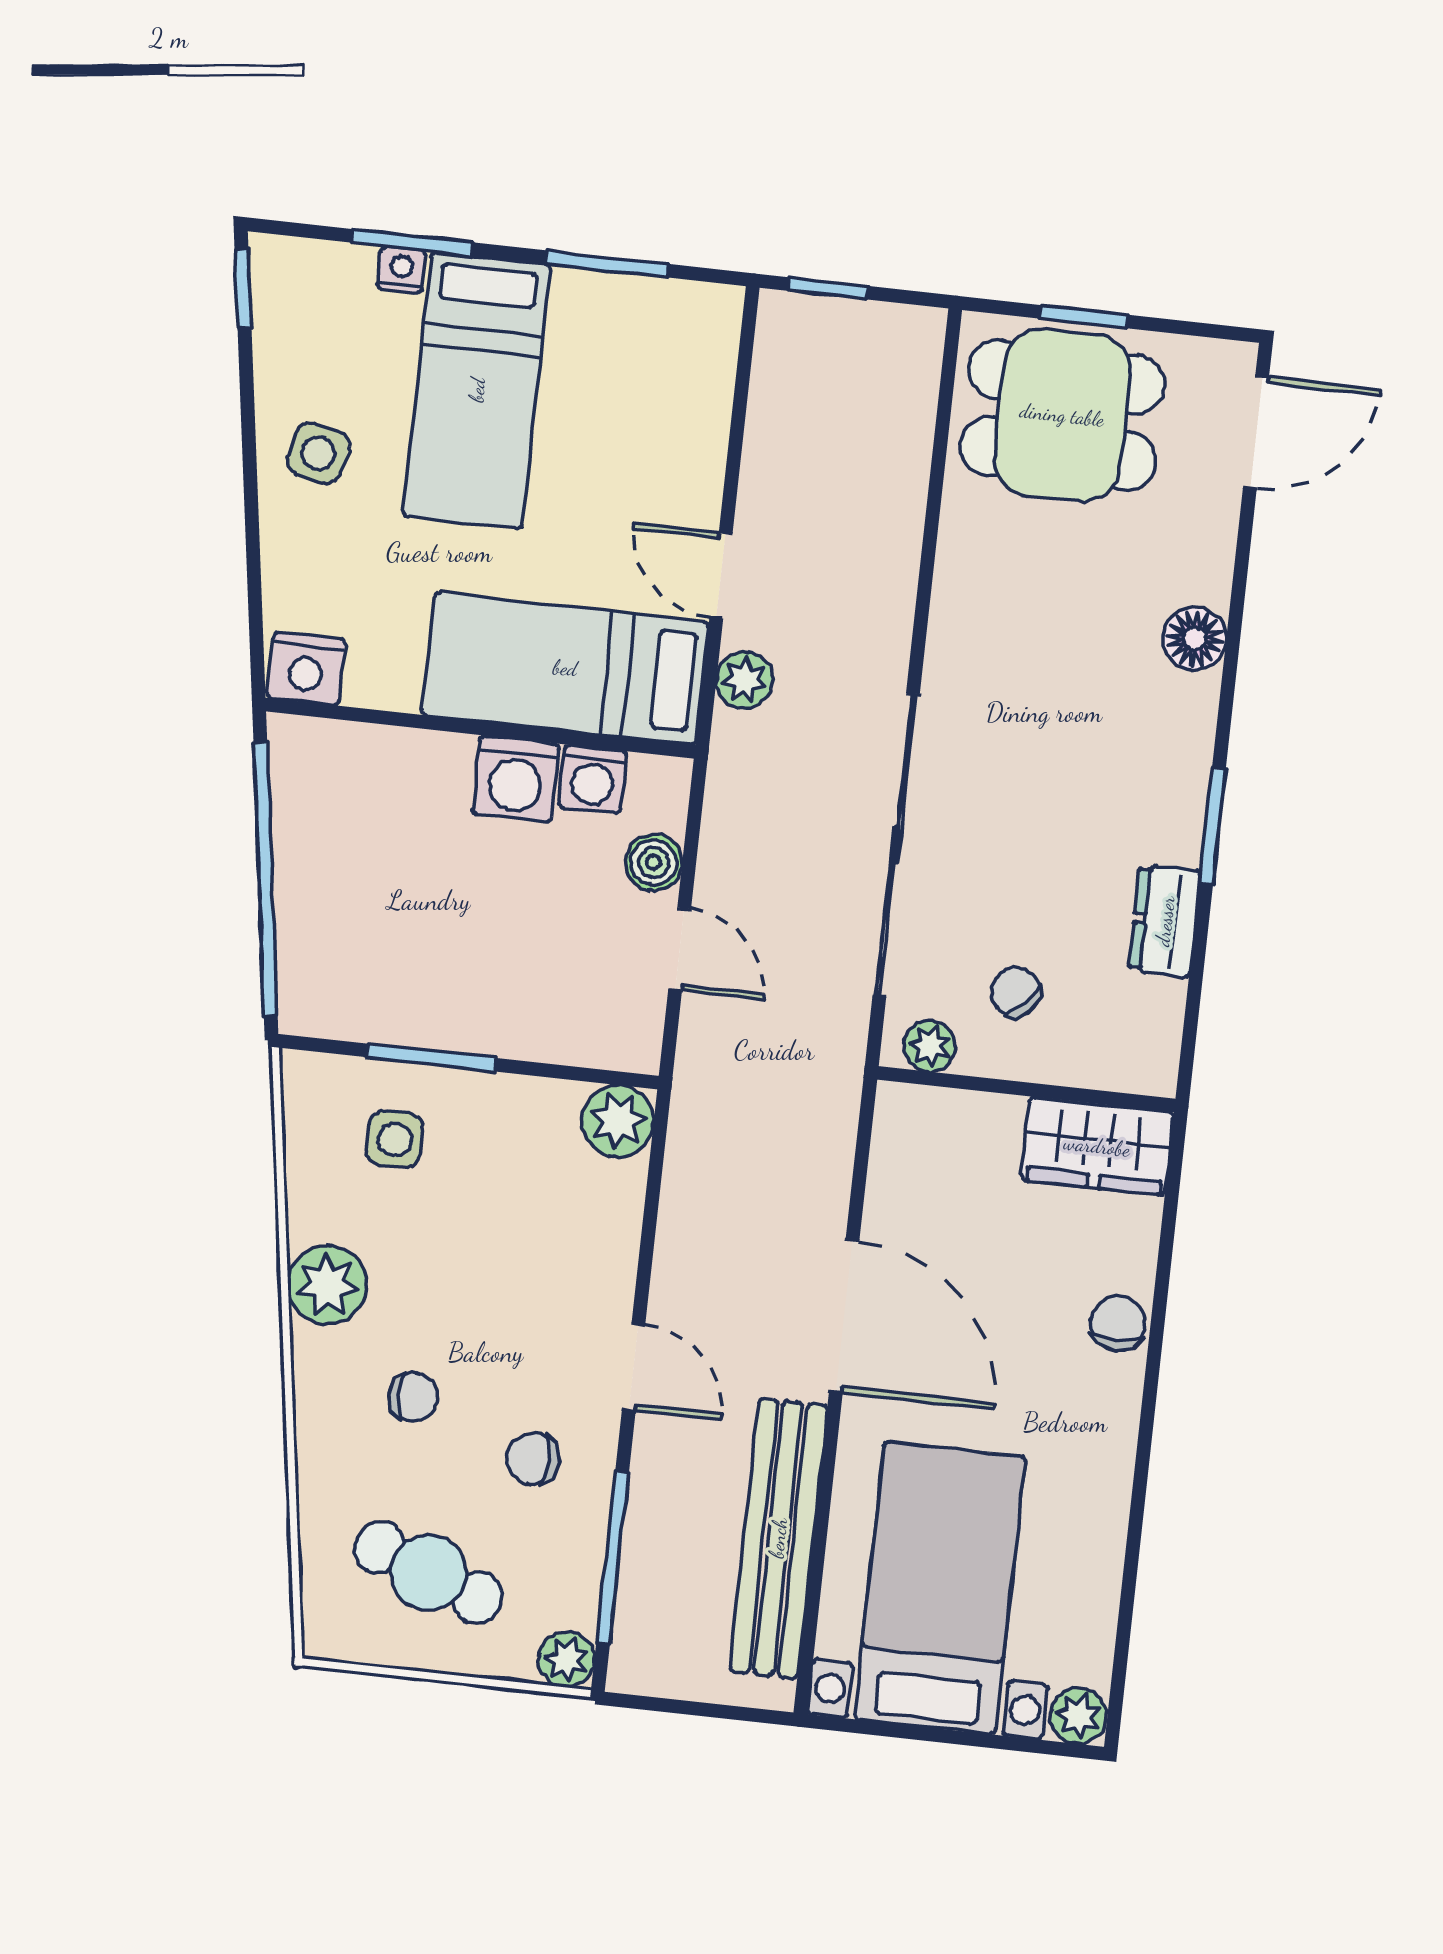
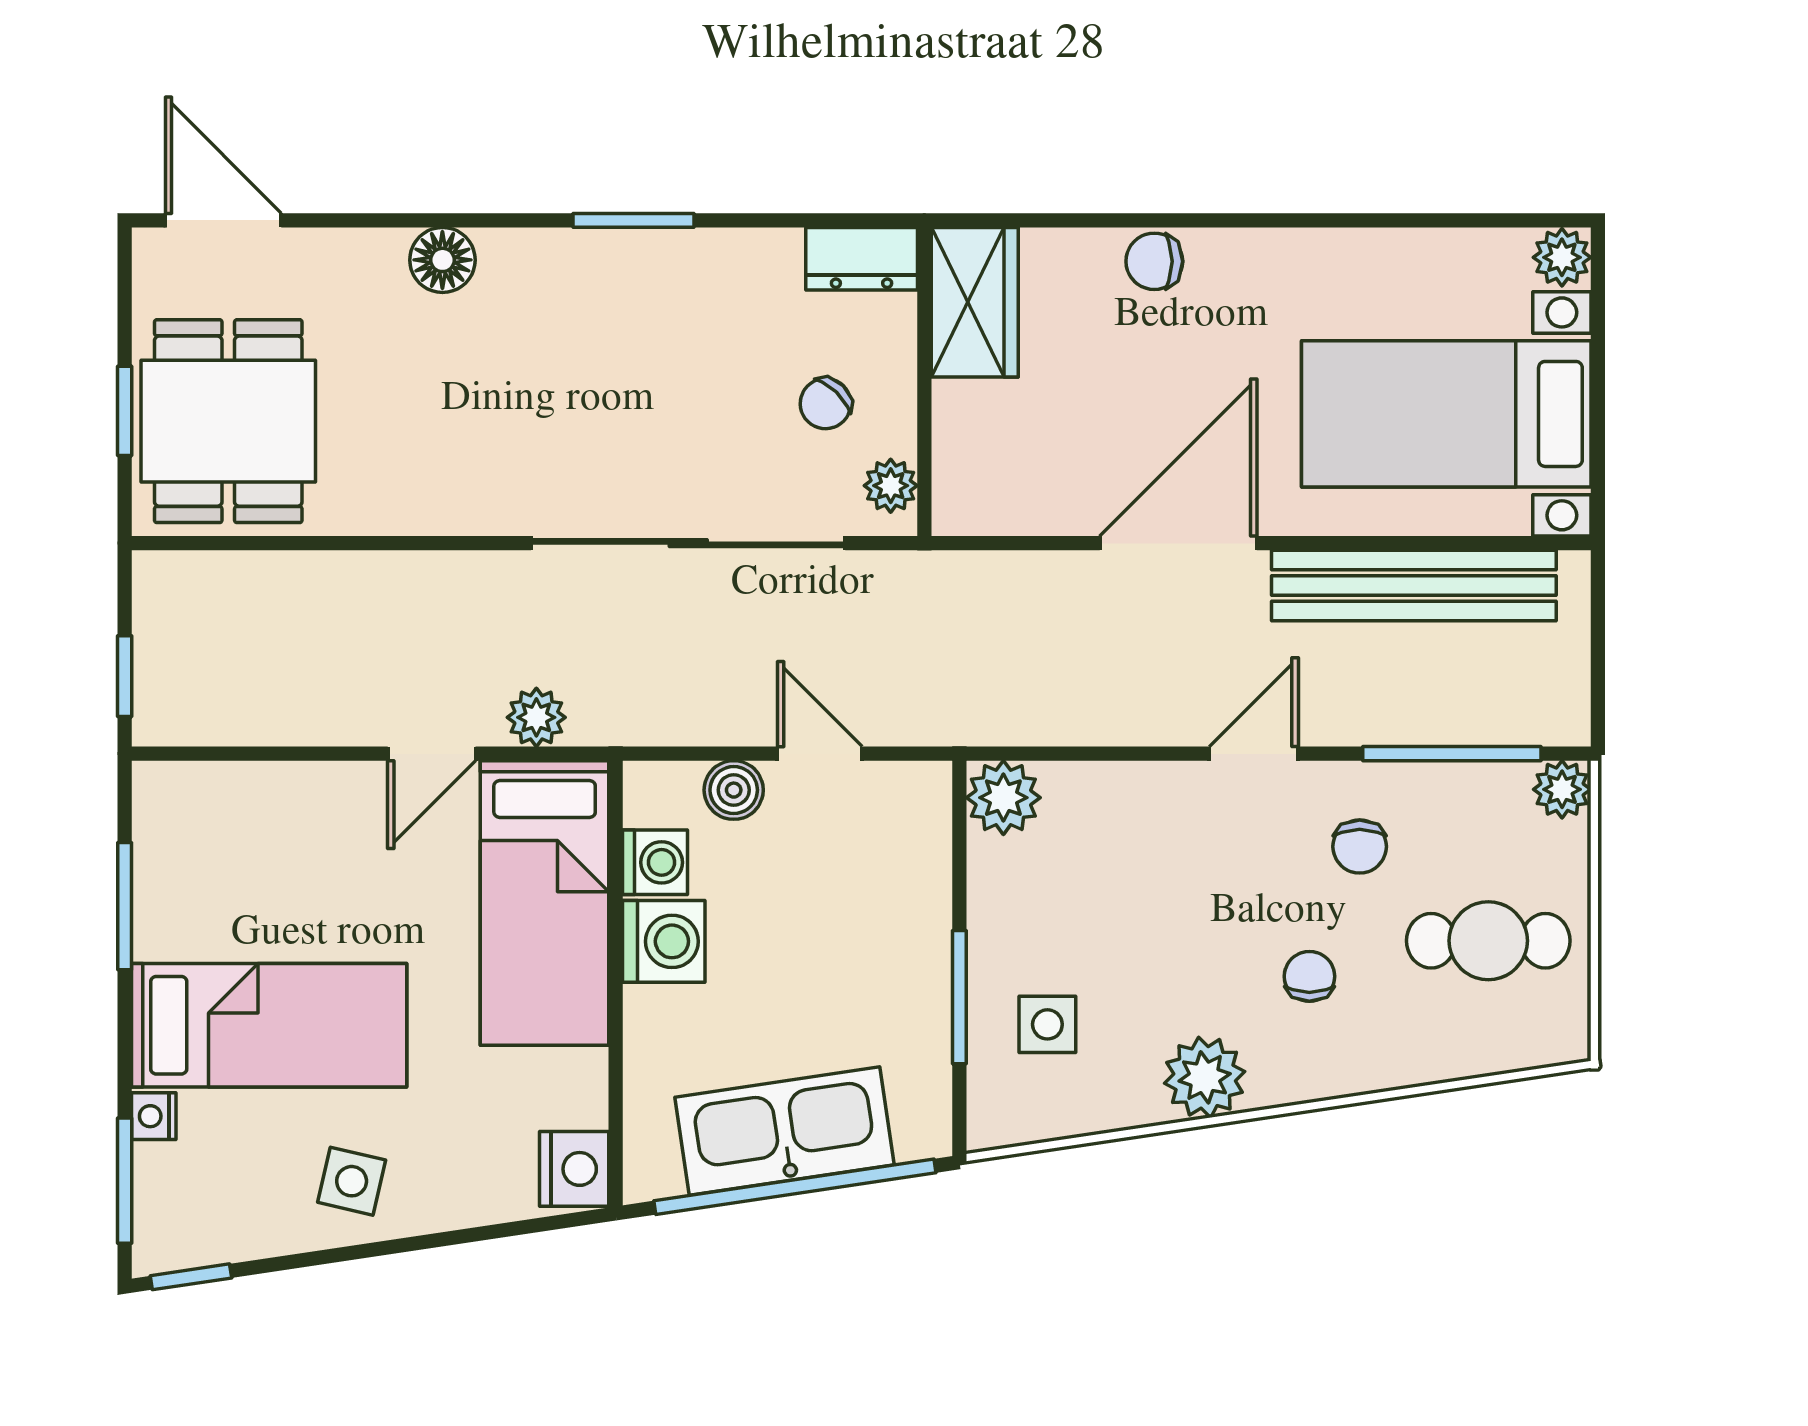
window: (412, 242) -> (125, 1181), moved
kitchen sink: (320, 875) -> (785, 1131), added
dresser: (1165, 921) -> (862, 259), moved
door: (680, 949) -> (820, 754), hinge flipped
cafe table: (429, 1572) -> (1488, 941), turned 69

